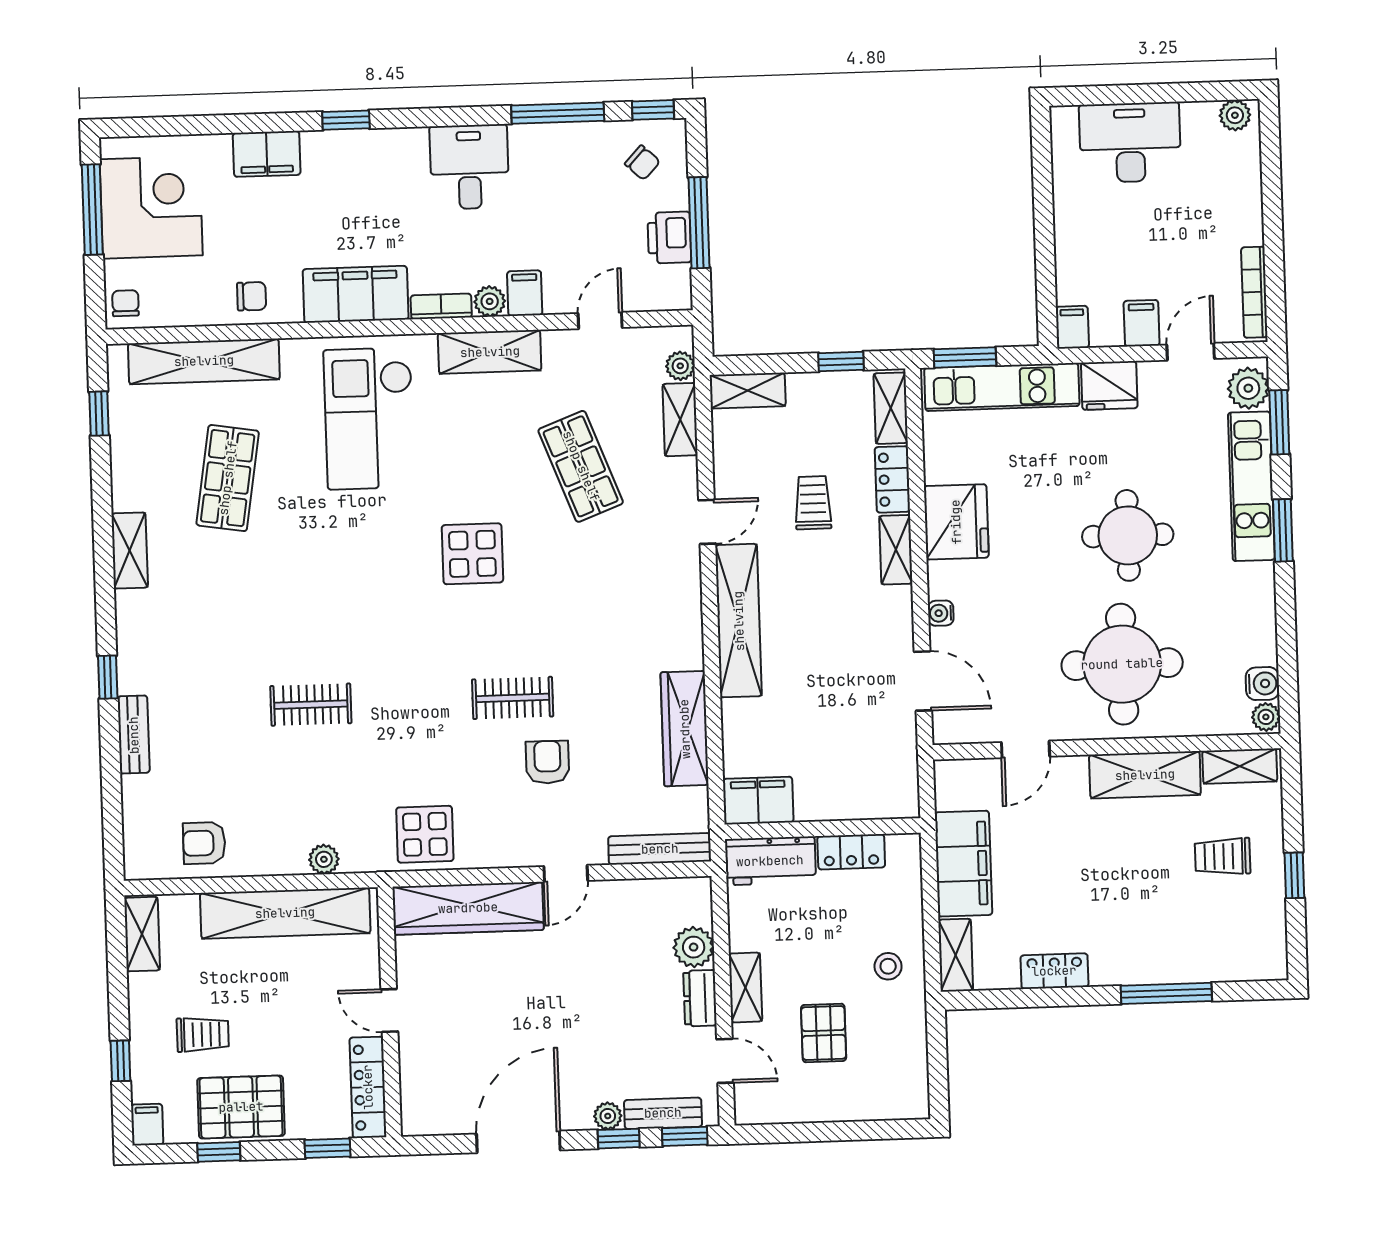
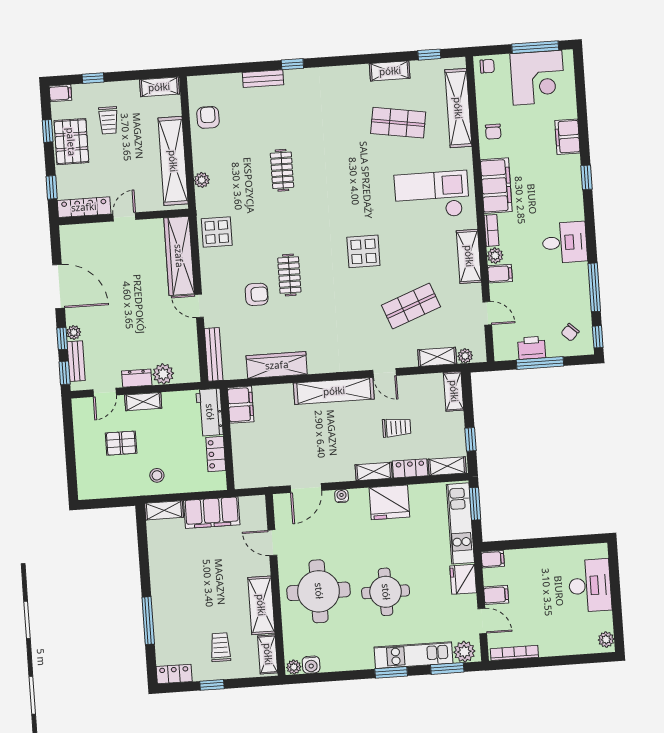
shelving: (130, 551) -> (390, 71), moved
locker: (1054, 971) -> (174, 674), moved, turned -90

